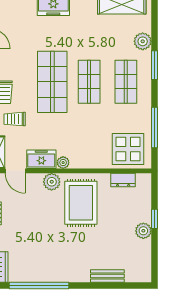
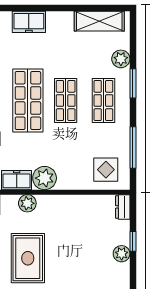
display table: (128, 149) -> (106, 170), width x0.73, depth x0.73
plant: (63, 163) -> (45, 178), width x1.88, depth x1.88
dresser: (123, 180) -> (123, 207), moved, turned 90
rug: (81, 203) -> (28, 258), moved

